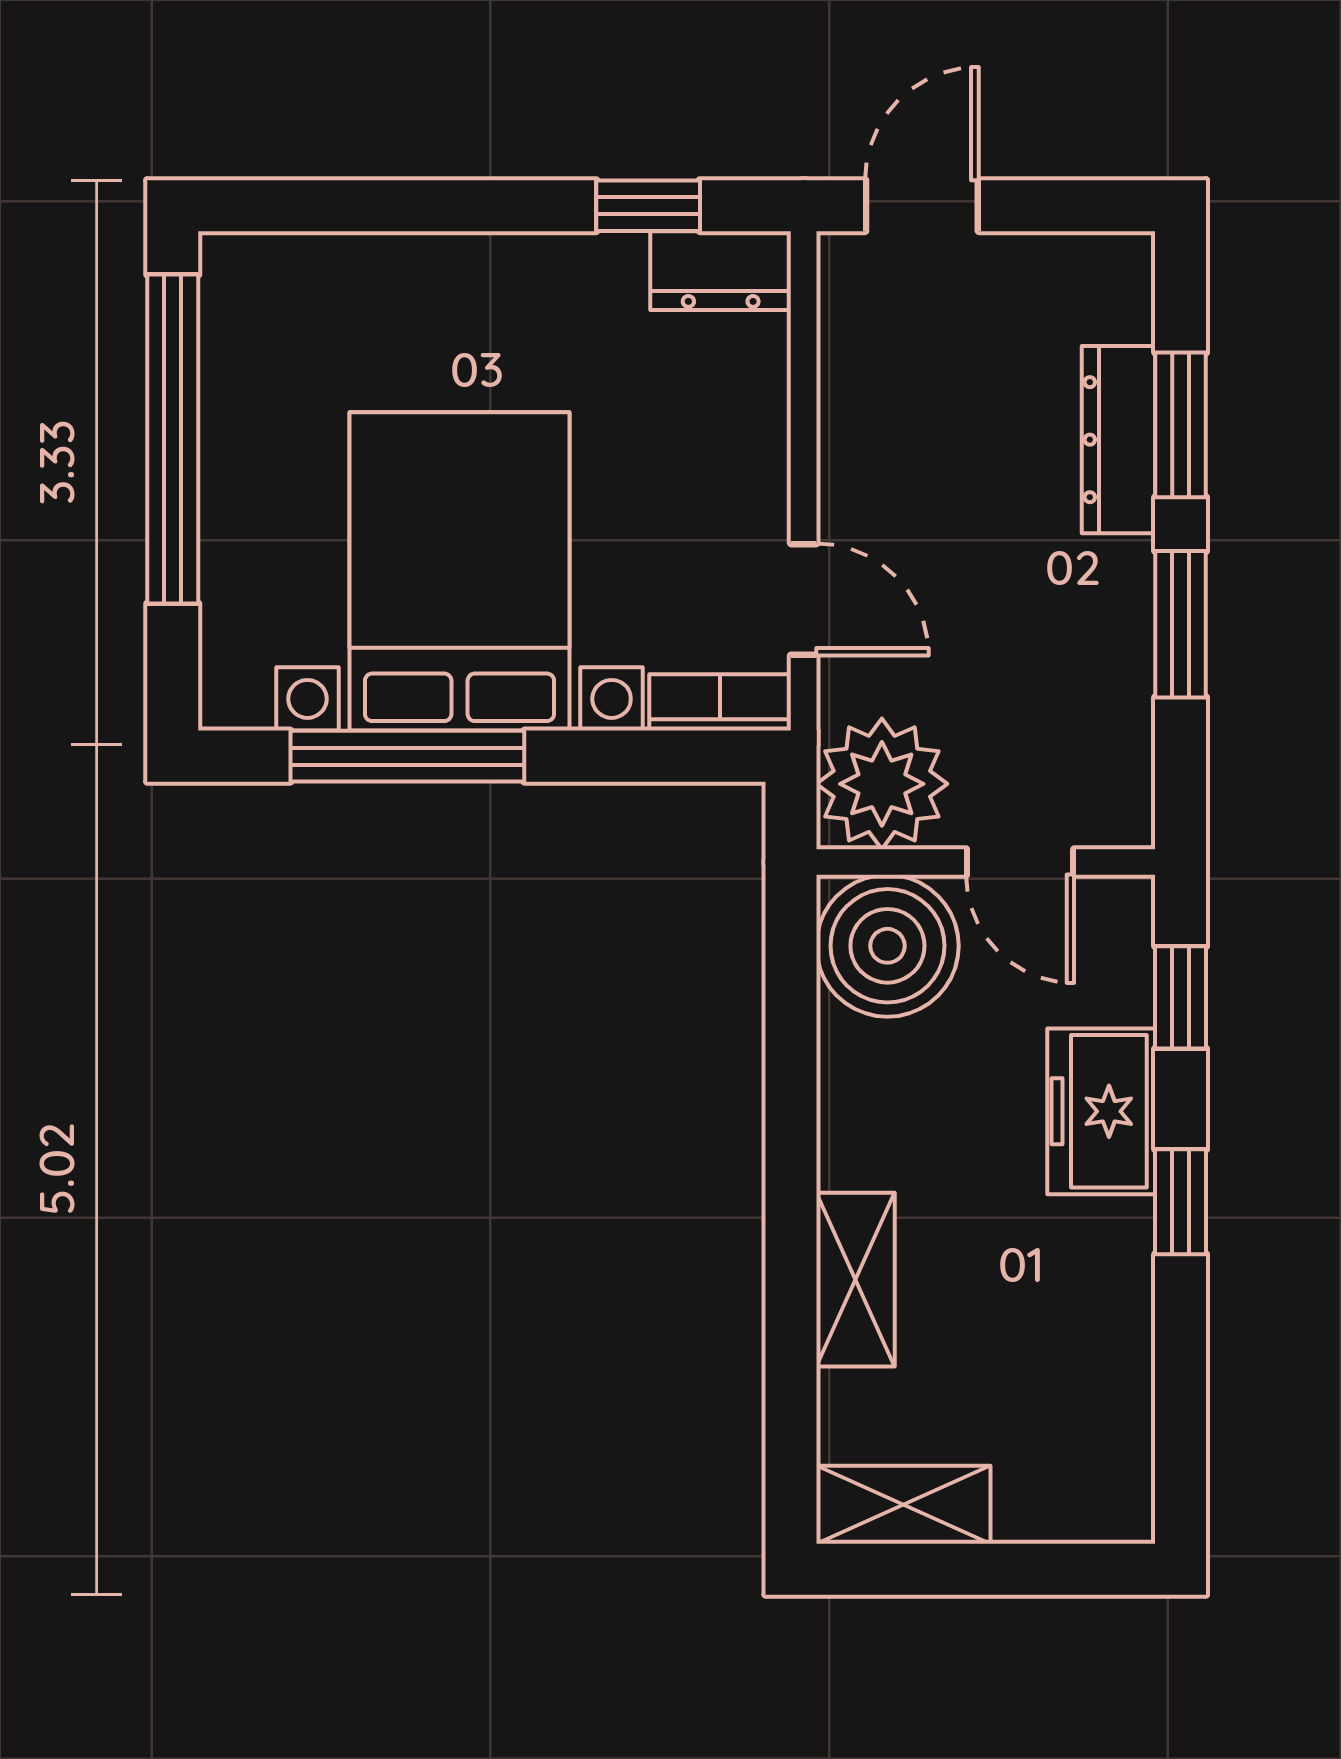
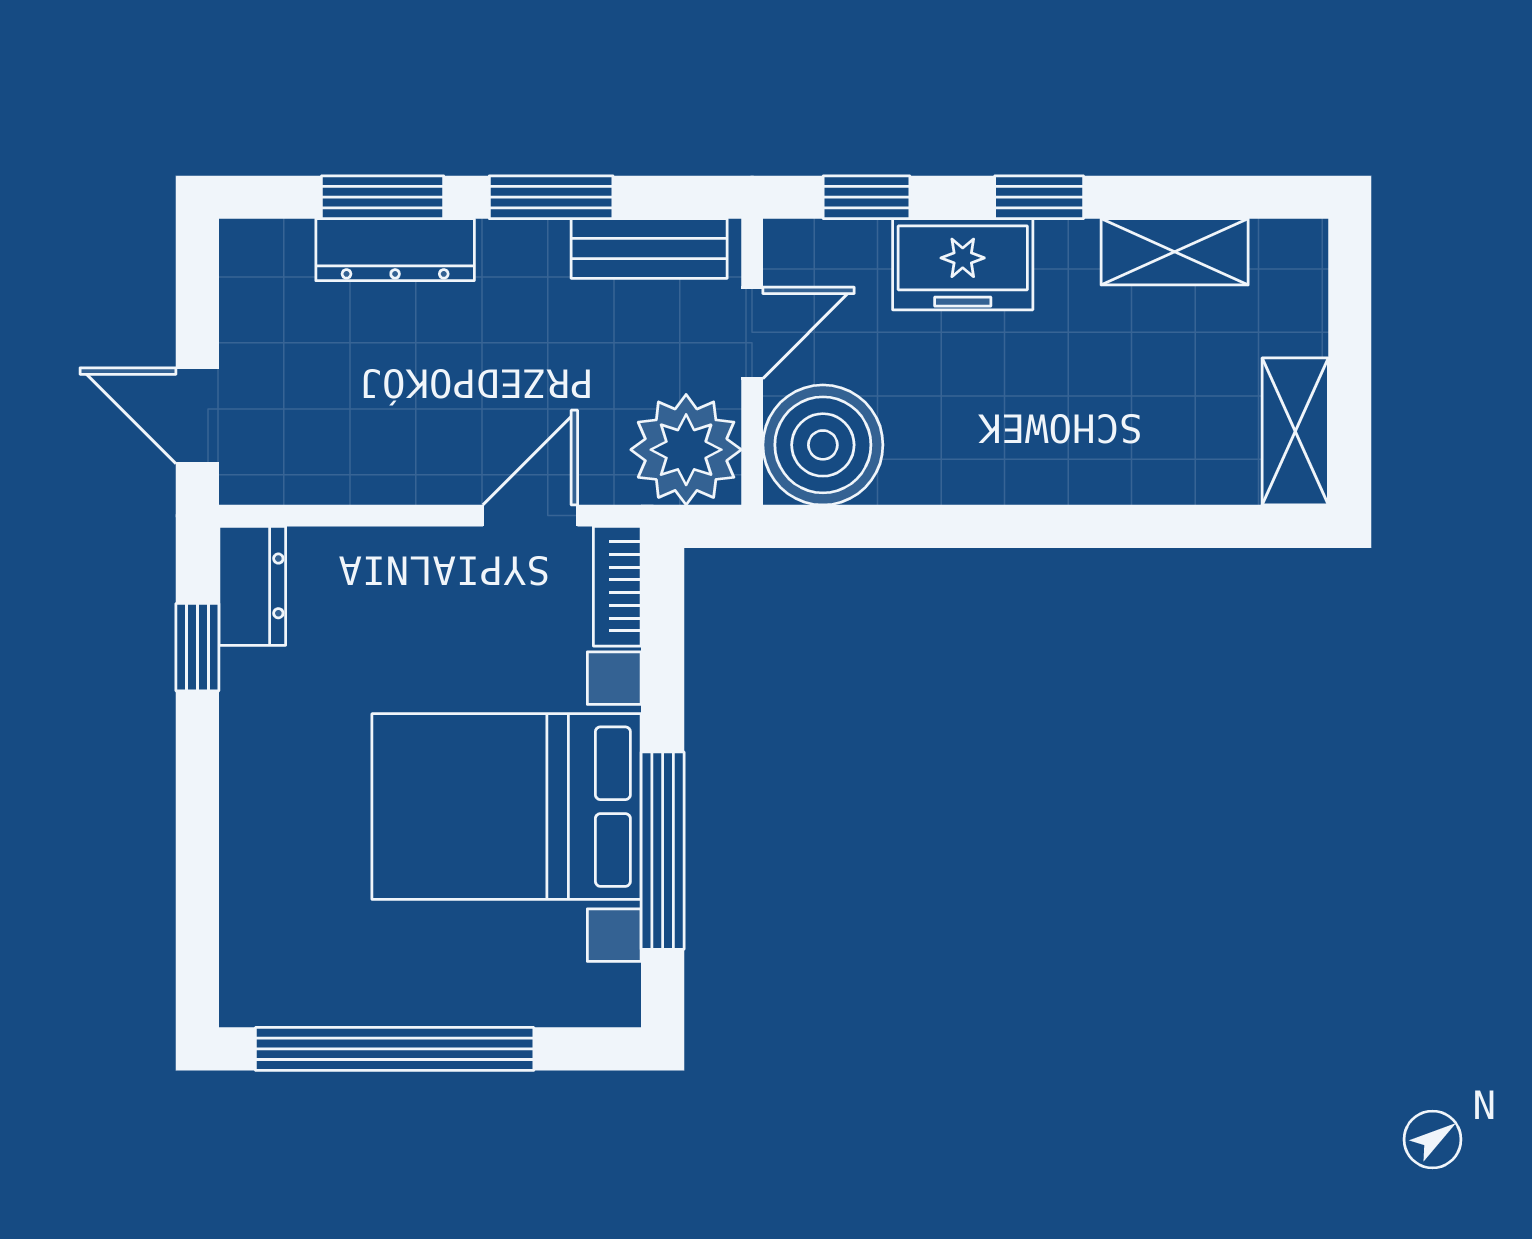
bench: (1120, 740) -> (649, 248), added
shelving: (856, 1280) -> (1175, 252), moved

